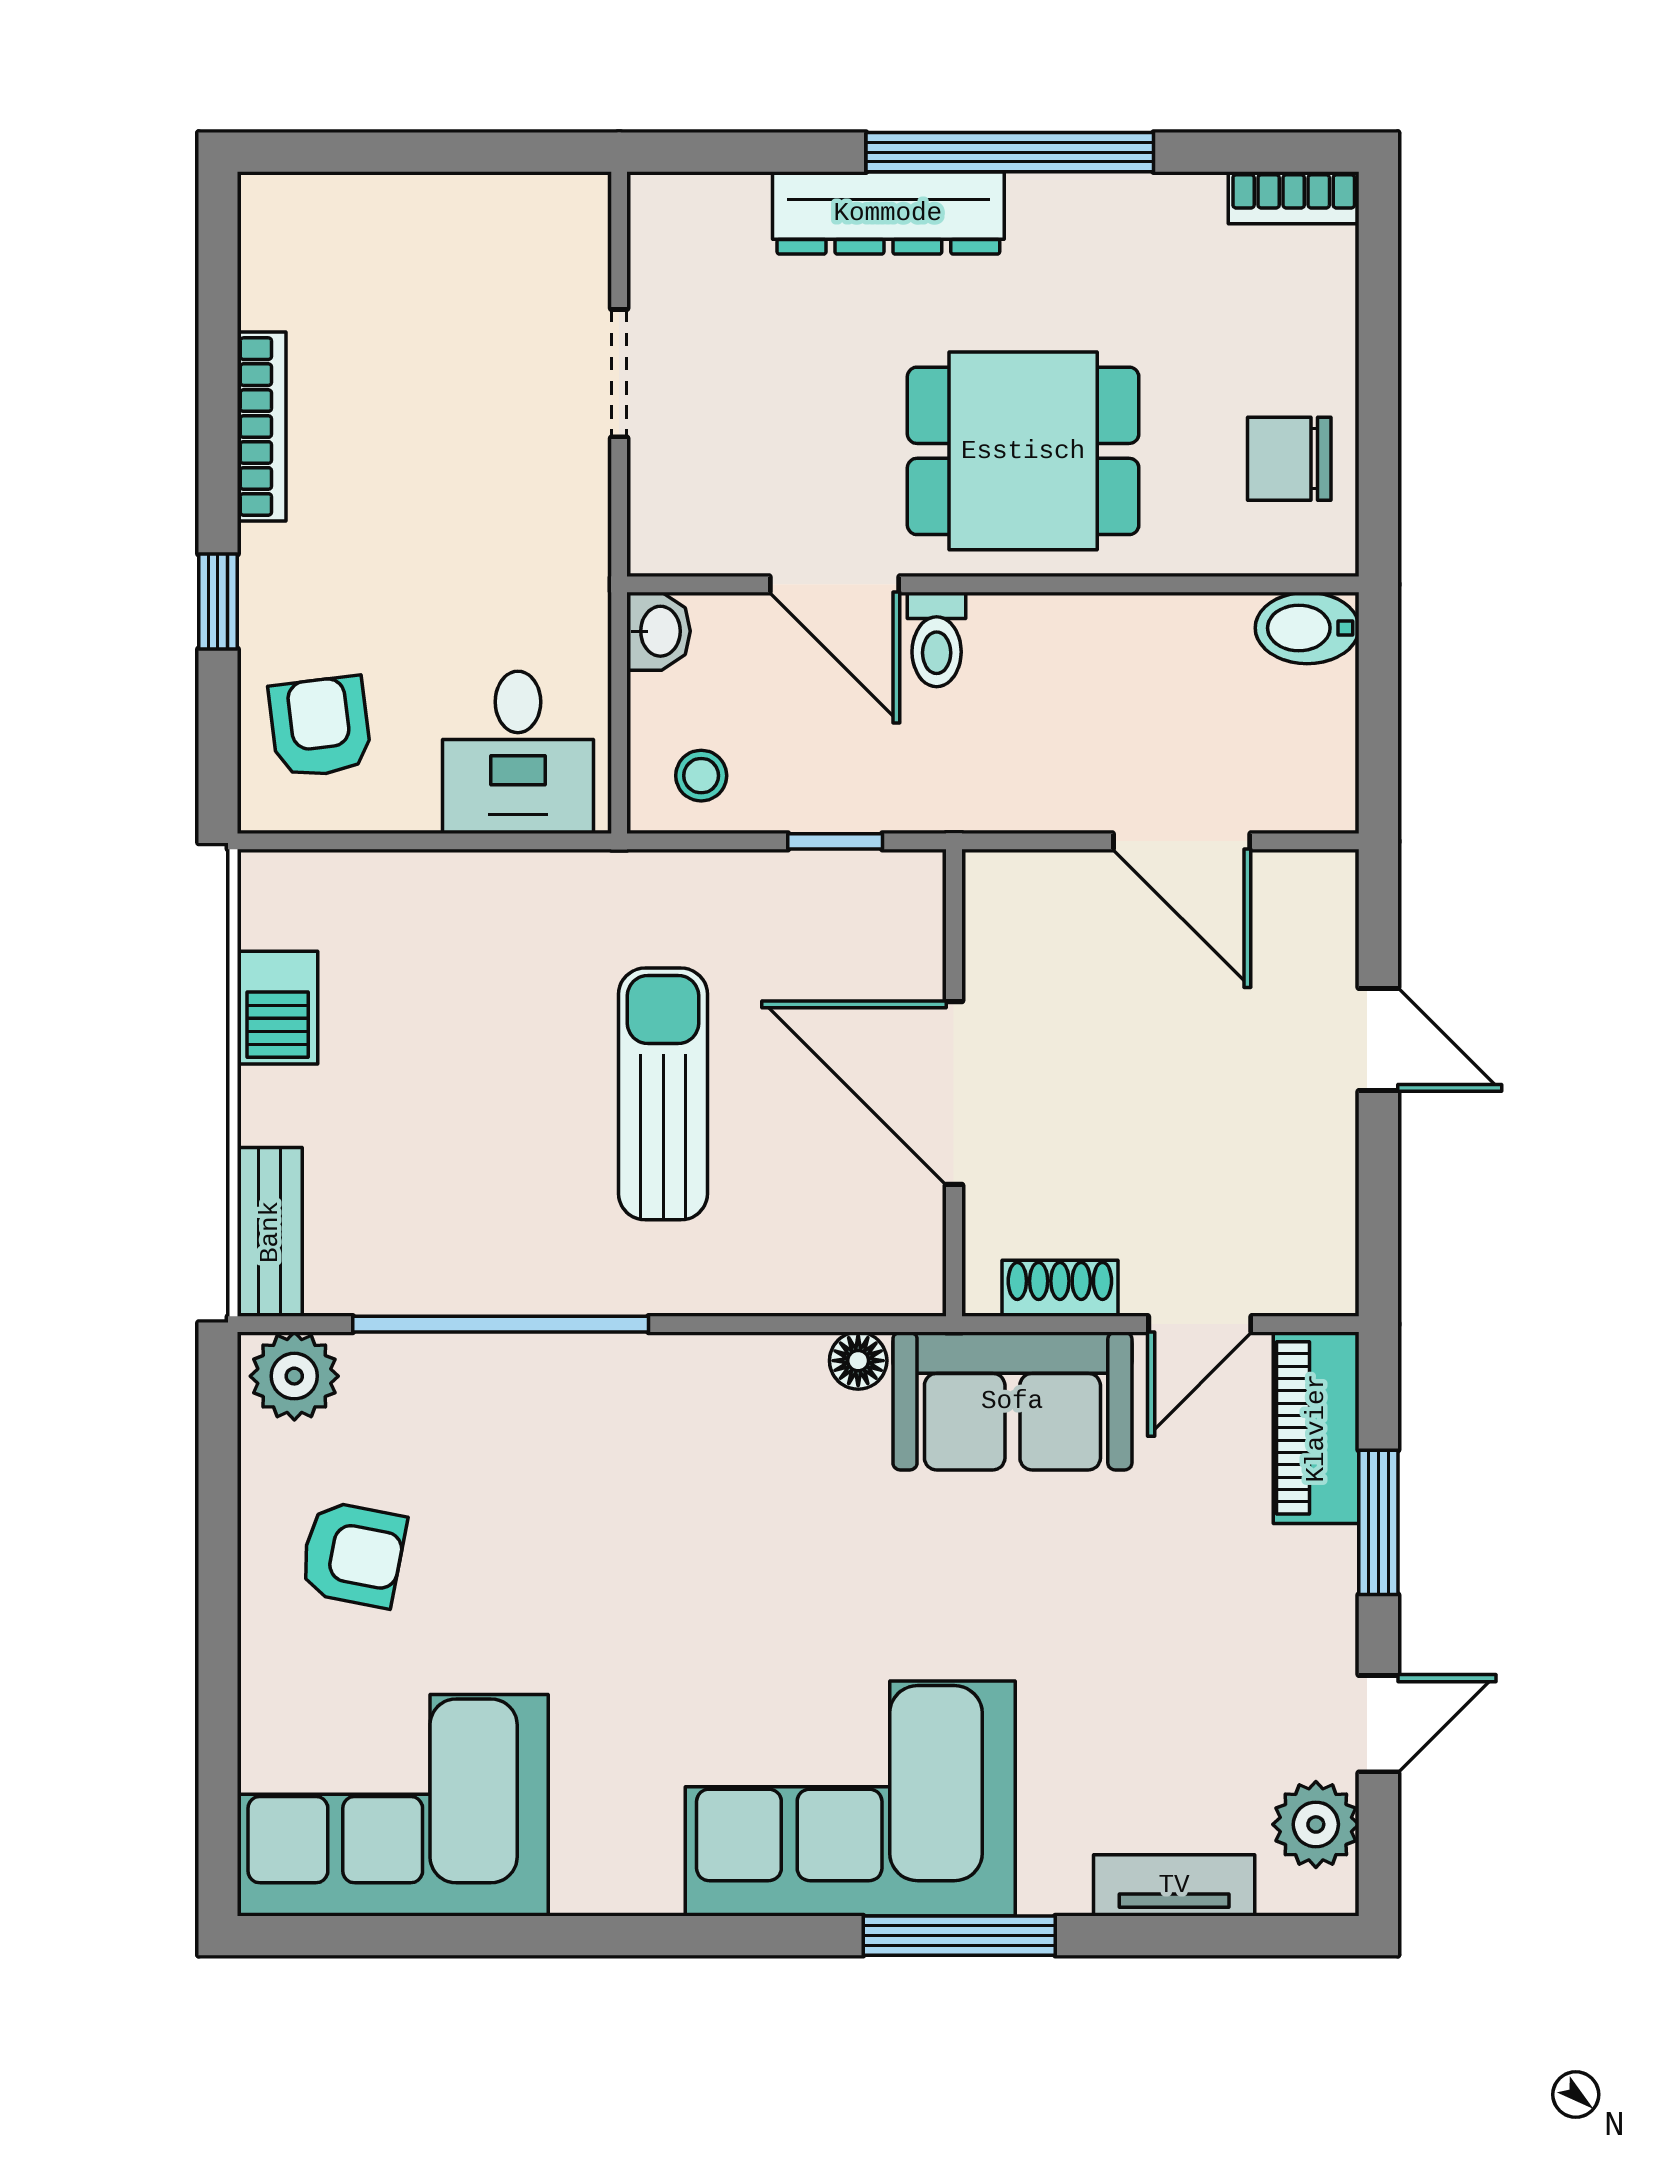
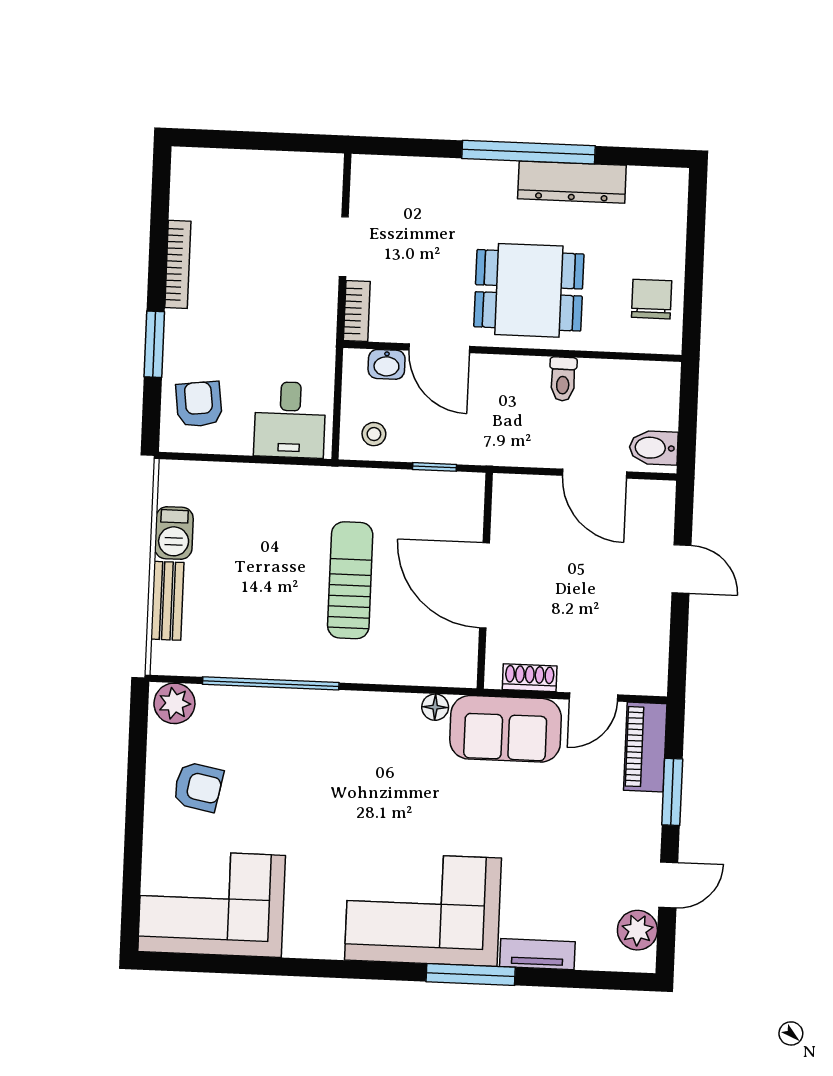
bookcase: (1294, 198) -> (357, 311), moved, turned -90
dresser: (888, 213) -> (572, 182), moved
chair: (1289, 459) -> (652, 299), turned 90
window: (218, 601) -> (154, 344), width x1.50
bidet: (1307, 628) -> (654, 448), moved
washbasin: (659, 631) -> (387, 364), moved, turned 90
toilet: (937, 639) -> (563, 379), moved
bench: (270, 1232) -> (167, 601), moved
tv unit: (1174, 1885) -> (537, 954), moved

